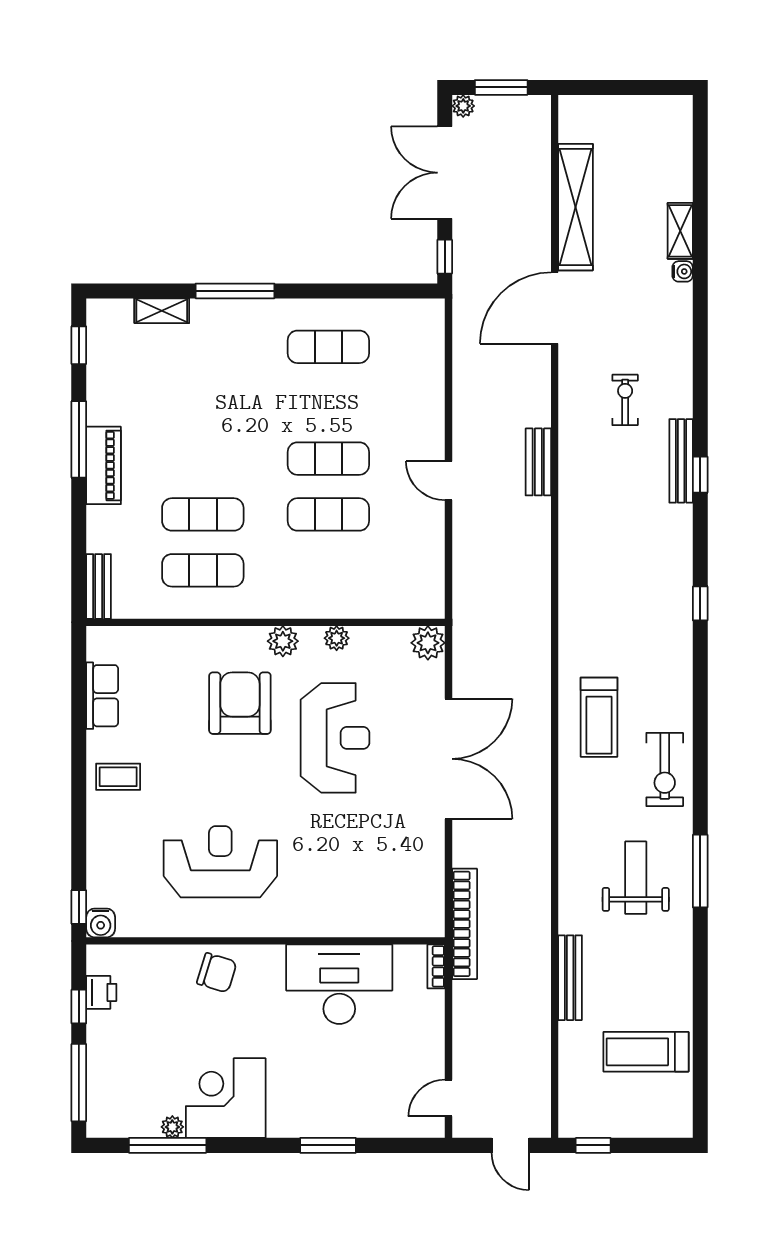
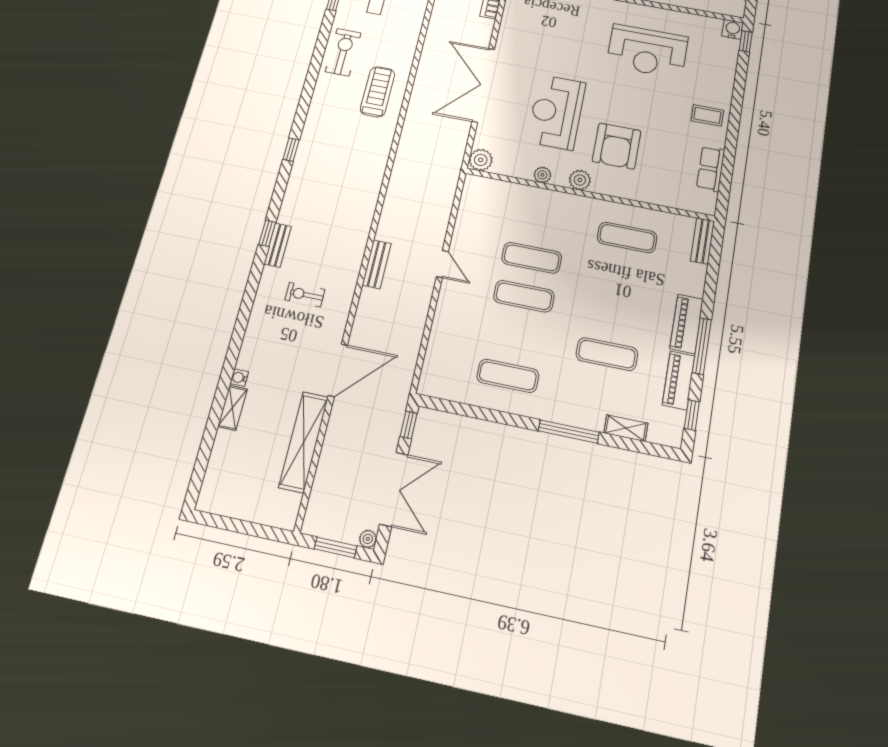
piano: (103, 387) -> (679, 380), added
exercise bike: (625, 400) -> (305, 295), turned 90
bench: (681, 461) -> (278, 245), width x0.73
exercise mat: (203, 514) -> (607, 354), moved

